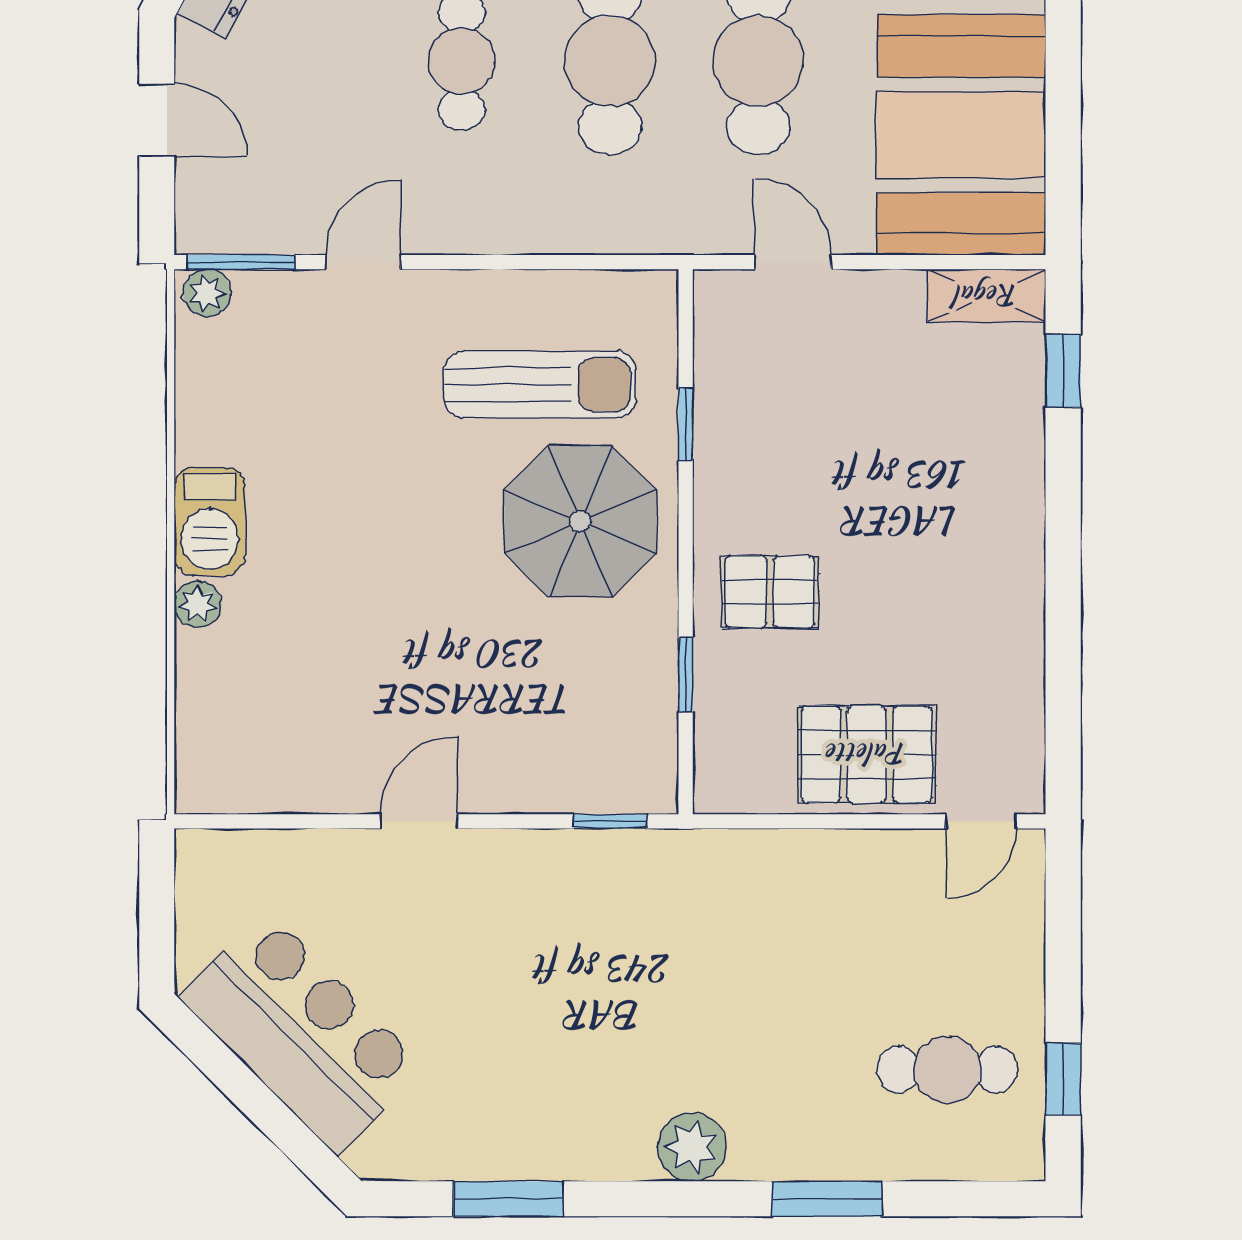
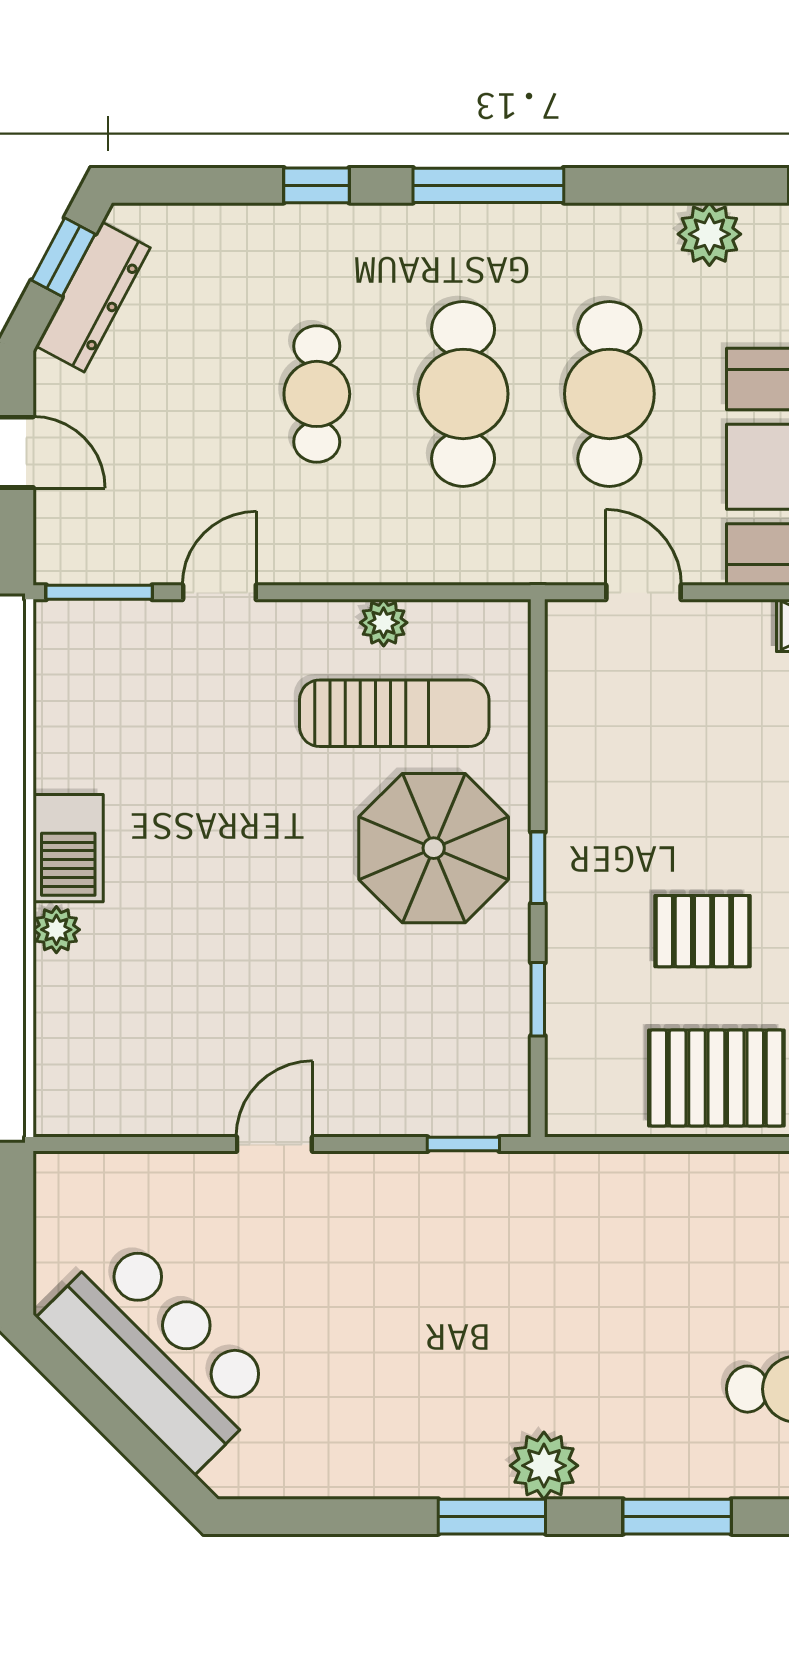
plant: (207, 293) -> (384, 623), moved
window: (686, 424) -> (538, 868), moved
pallet: (770, 592) -> (703, 931), moved
window: (508, 1199) -> (492, 1517), moved

